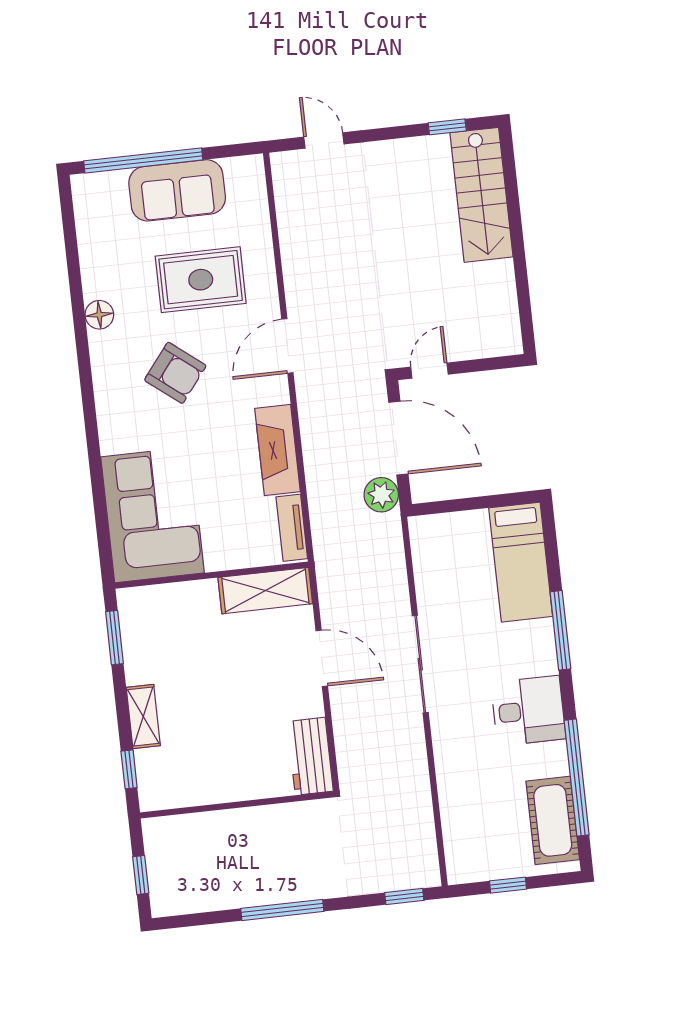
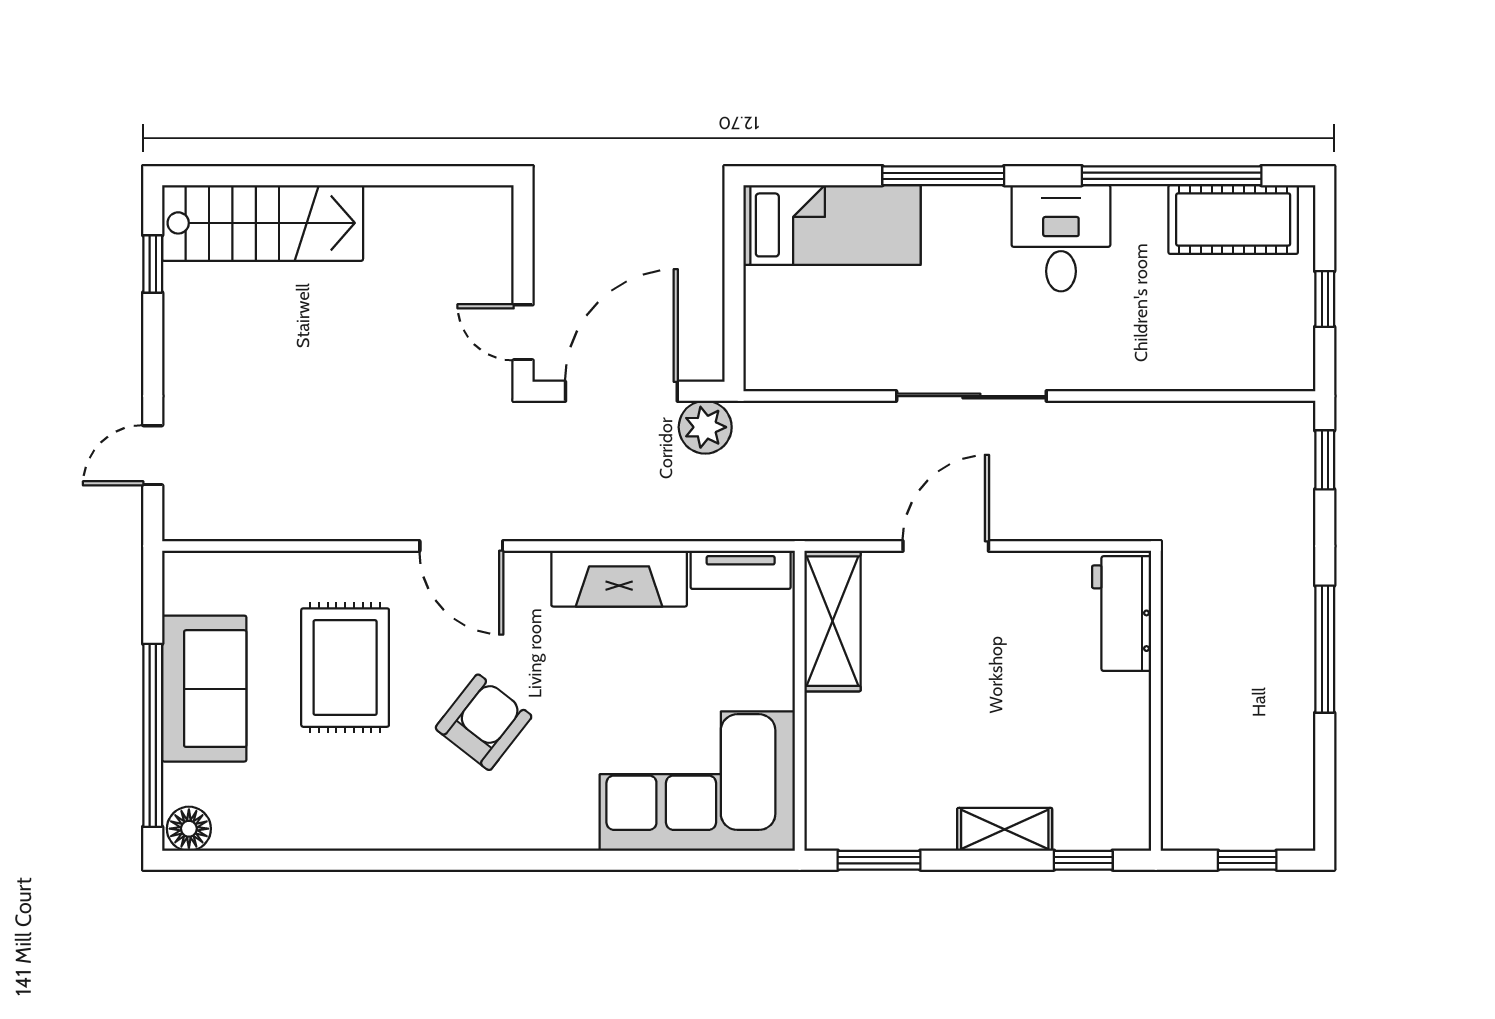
floor lamp: (99, 315) -> (189, 829), moved
workbench: (310, 756) -> (1122, 614), moved, turned 90

